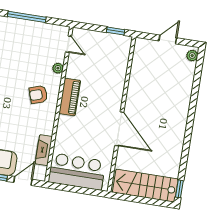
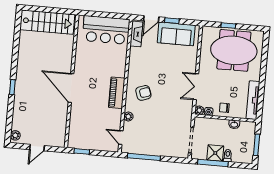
window: (27, 17) -> (144, 157), moved
door: (119, 129) -> (71, 88), moved
fireplace: (44, 150) -> (136, 34), moved
window: (179, 189) -> (12, 87), moved

